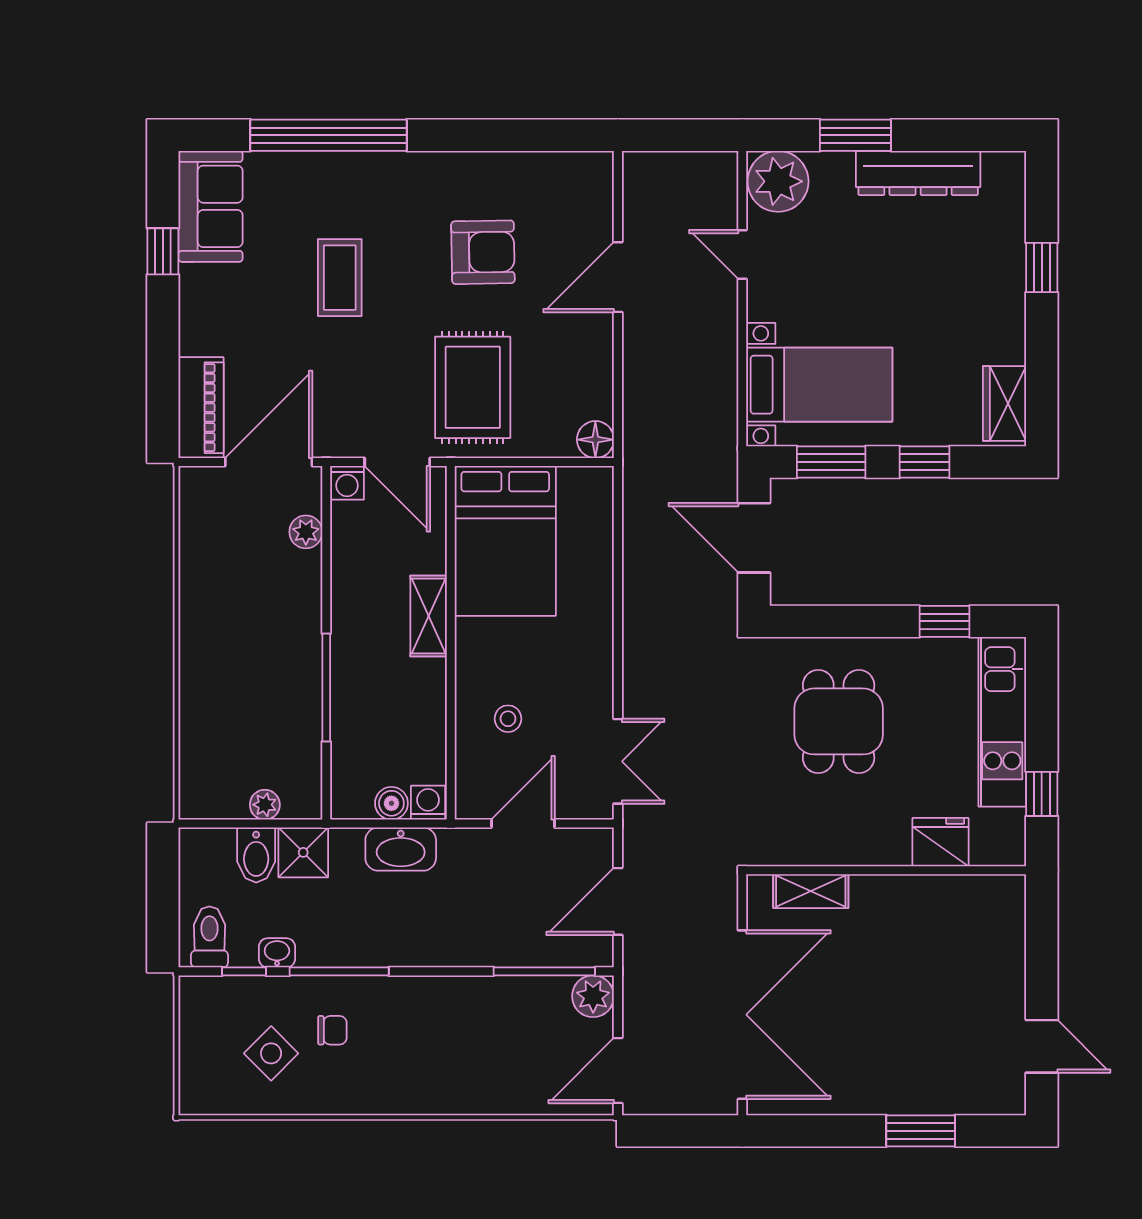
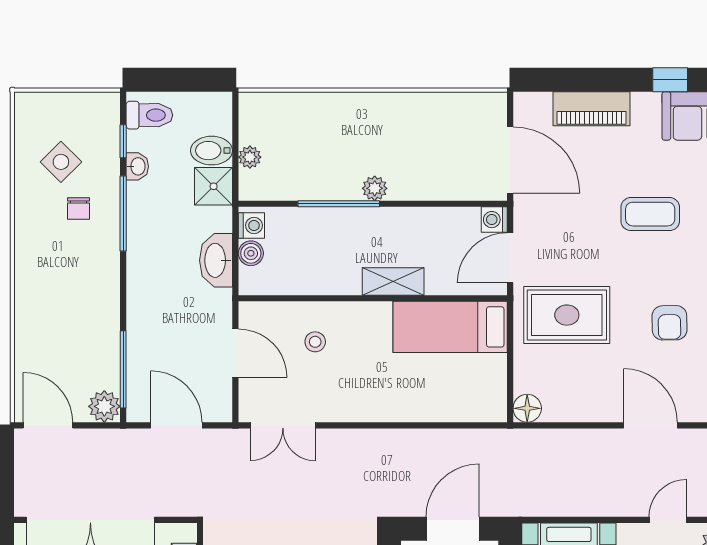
armchair: (483, 252) -> (669, 323), width x0.72, depth x0.72
piano: (201, 408) -> (591, 109), moved
plant: (306, 532) -> (375, 188), moved
bed: (505, 541) -> (450, 327), width x0.67
washing machine: (428, 803) -> (251, 225), moved

